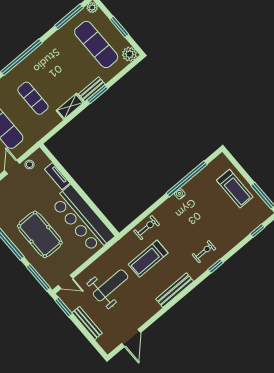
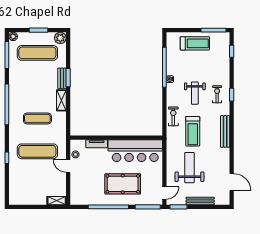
weight bench: (187, 229) -> (195, 93), added

